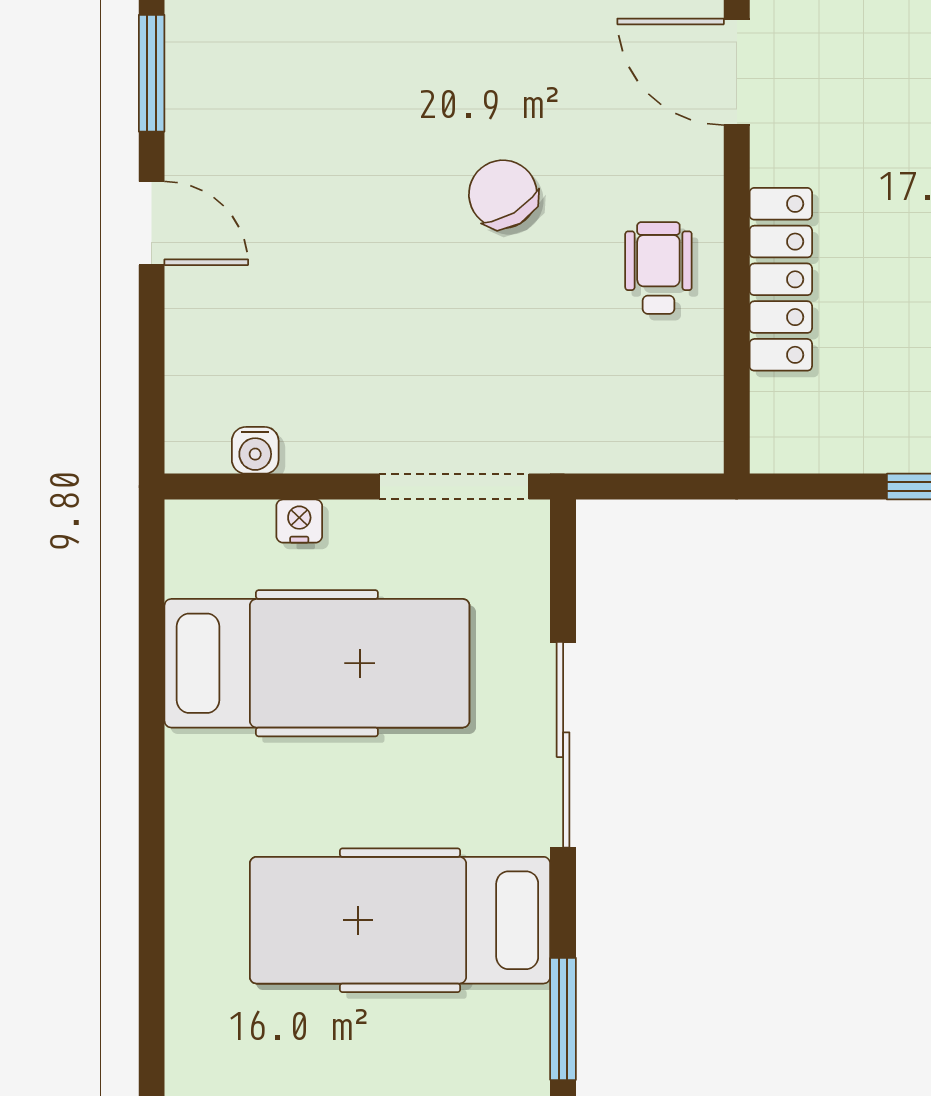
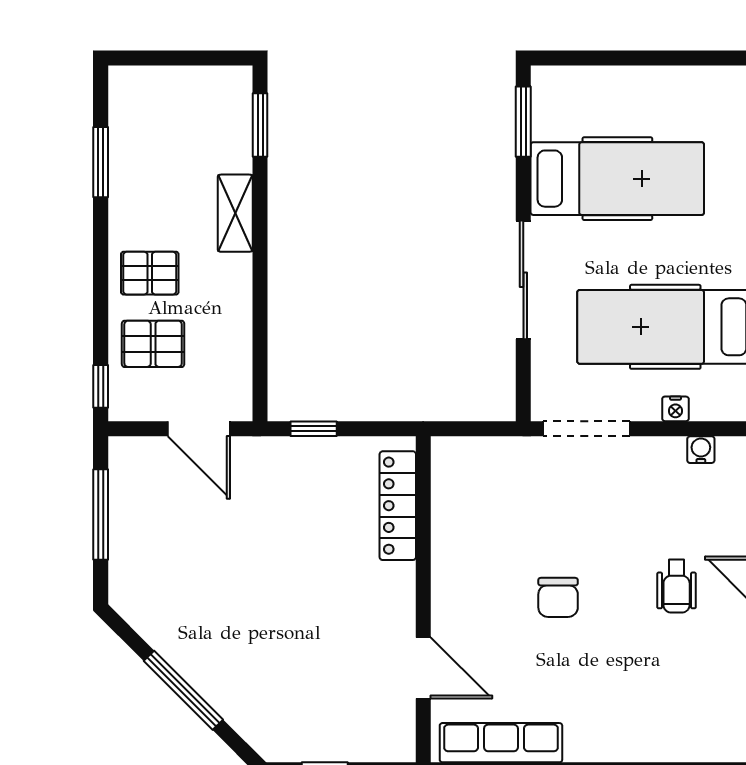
chair: (503, 194) -> (558, 597), turned 31
wheelchair: (658, 268) -> (677, 586), moved
locker: (781, 279) -> (398, 506), moved

